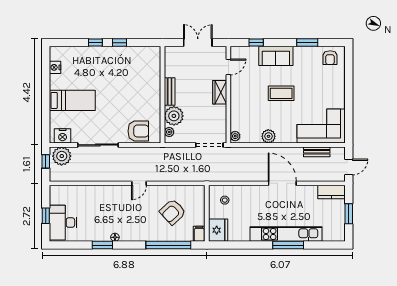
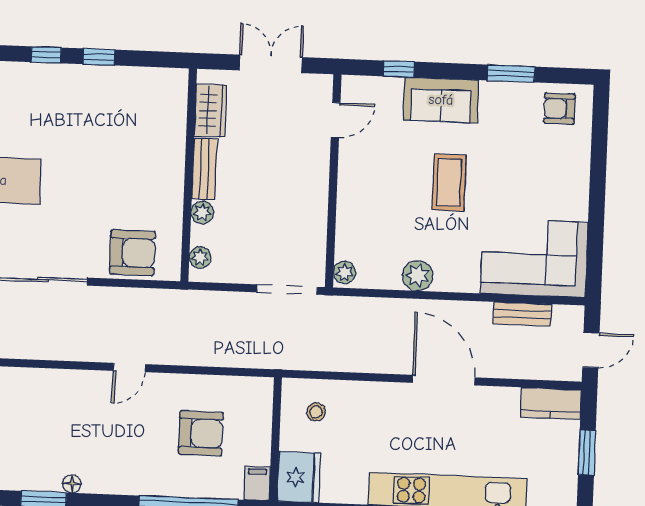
armchair: (330, 58) -> (559, 109), turned 90
wardrobe: (220, 92) -> (210, 110), moved, turned 180
coffee table: (281, 93) -> (449, 183), turned 90
plant: (174, 116) -> (202, 212), width x0.53, depth x0.53
armchair: (173, 212) -> (201, 433), turned -137

